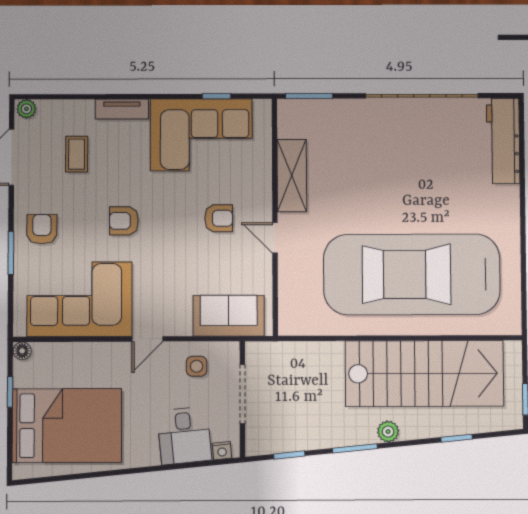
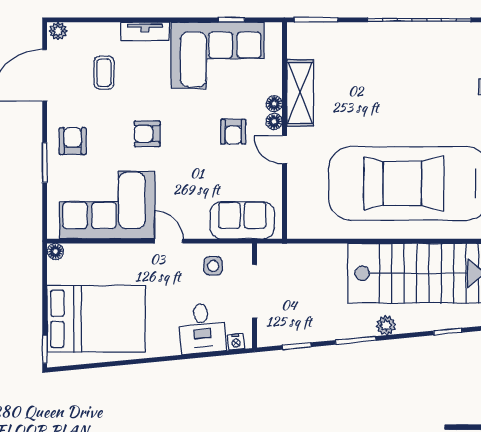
floor lamp: (264, 187) -> (274, 104), added
floor lamp: (263, 207) -> (274, 121), added
armchair: (219, 218) -> (233, 132), turned 90
door: (147, 339) -> (169, 241), swing flipped
window: (10, 392) -> (45, 349), moved

